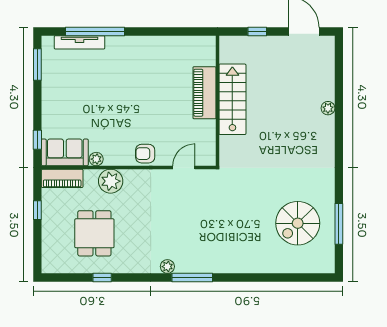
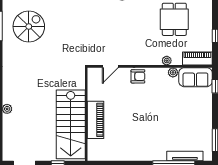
stairs: (232, 99) -> (71, 124), width x1.36, depth x1.51
plant: (111, 181) -> (167, 61), width x0.53, depth x0.53

